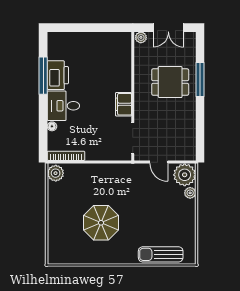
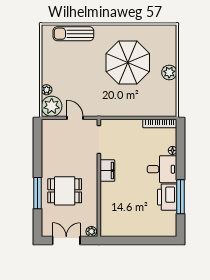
plant: (56, 173) -> (169, 72), moved
parasol: (101, 223) -> (128, 62), width x1.36, depth x1.36
sun lounger: (161, 254) -> (73, 34), turned 180

